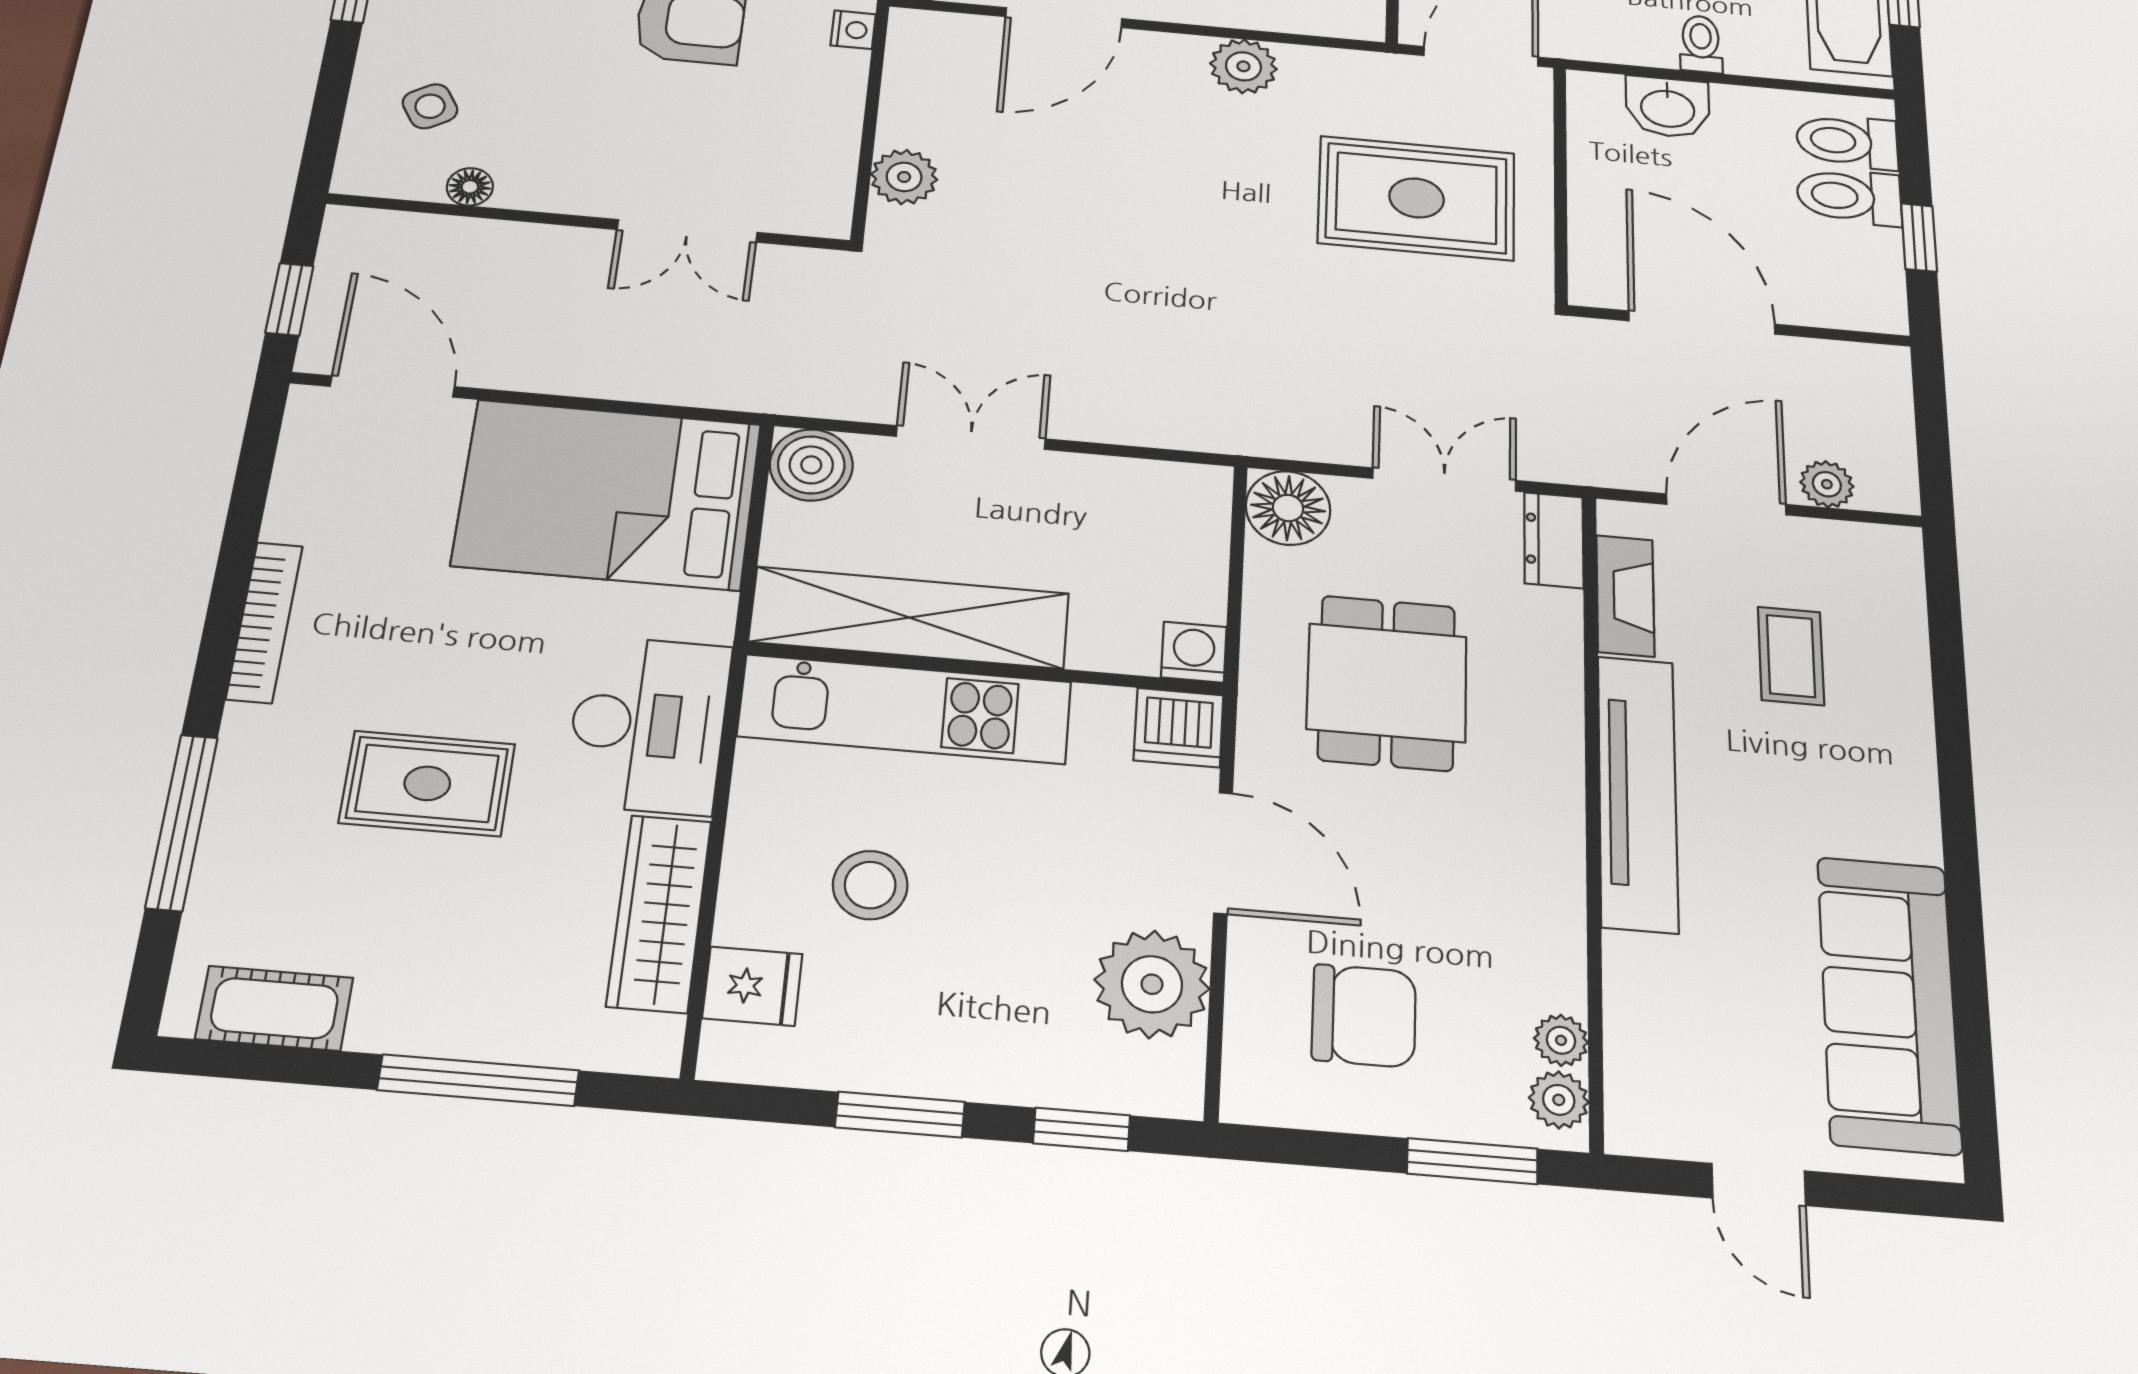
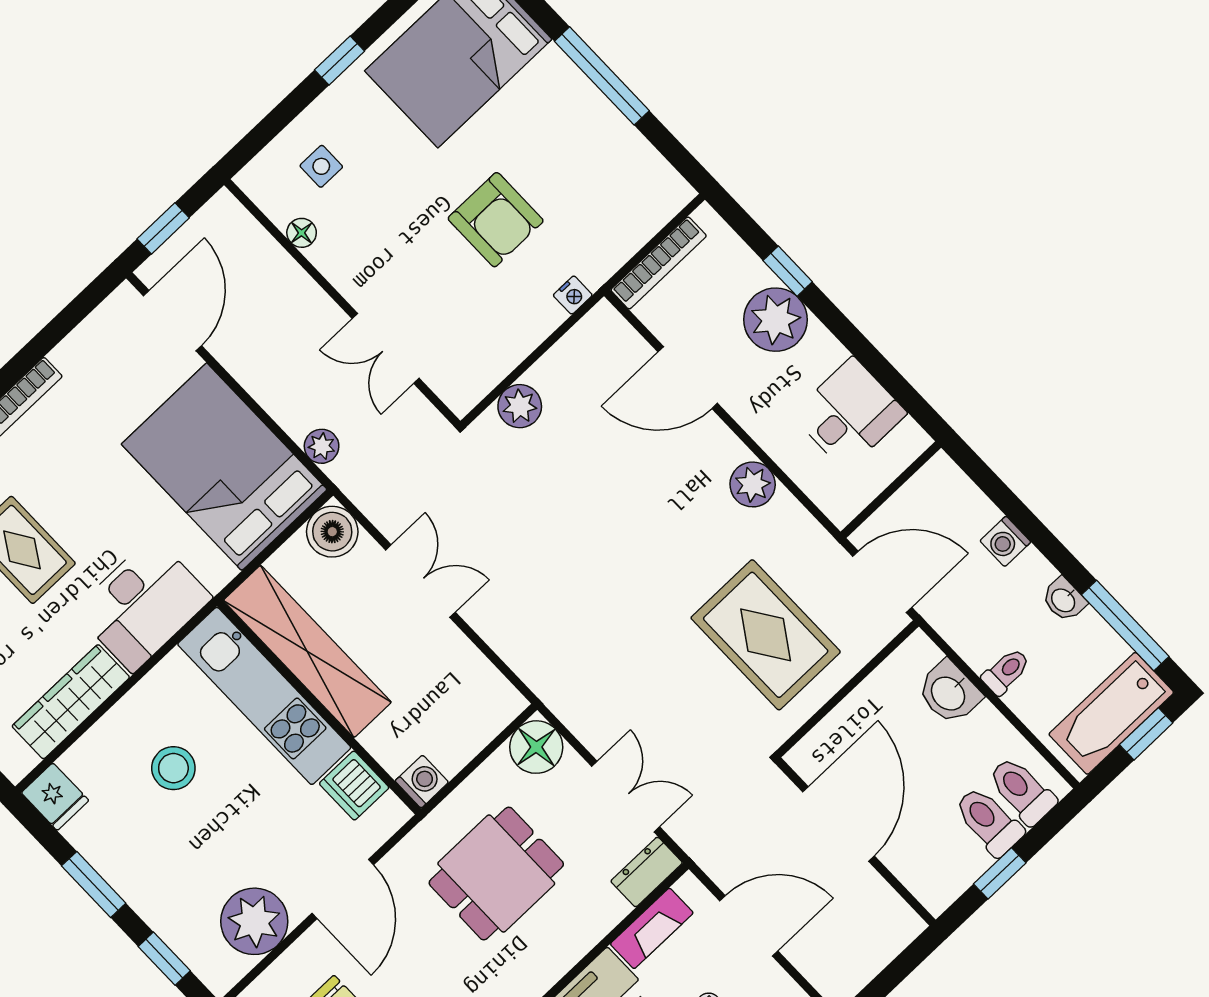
side table: (430, 106) -> (321, 166), turned 31
plant: (1827, 484) -> (322, 446), moved
dishwasher: (1179, 728) -> (354, 786), moved
fridge: (752, 986) -> (55, 797), moved

